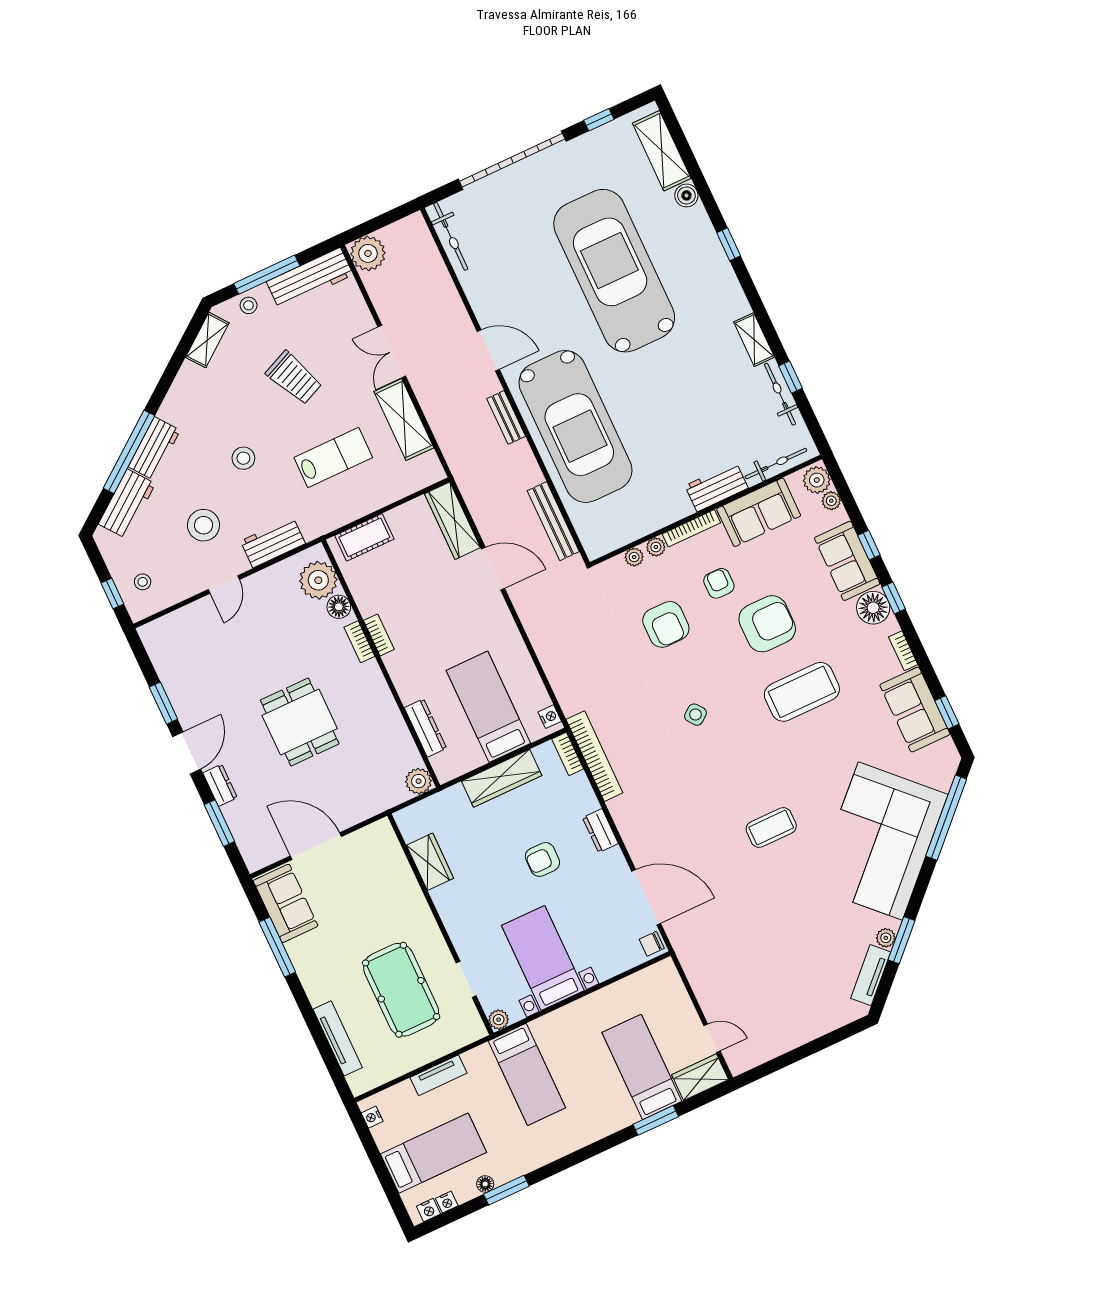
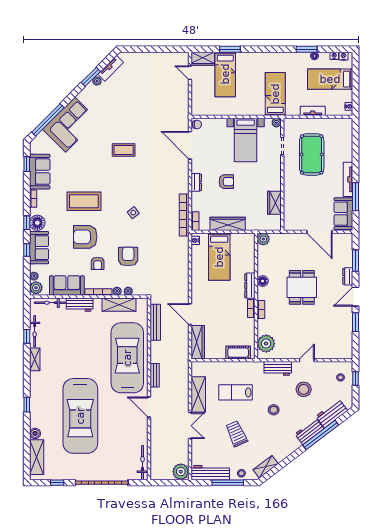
shelving: (640, 523) -> (119, 305), added
floor lamp: (339, 607) -> (263, 281), moved
dresser: (425, 728) -> (250, 286), moved
corner sofa: (880, 841) -> (70, 125), width x0.73, depth x0.74
tv unit: (338, 1038) -> (348, 179), moved

